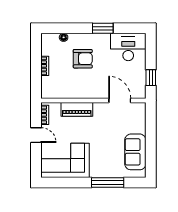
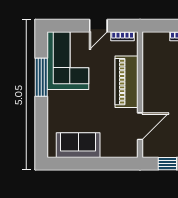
piano: (77, 109) -> (126, 82), width x1.37, depth x1.33
window: (108, 182) -> (41, 77), moved

